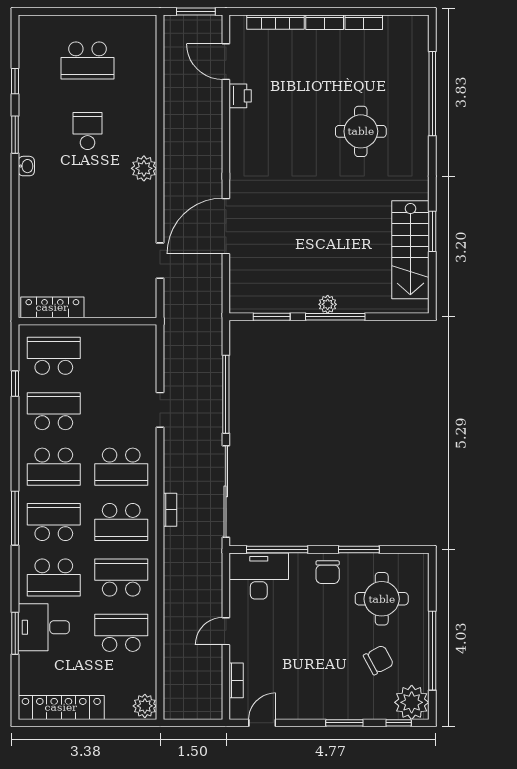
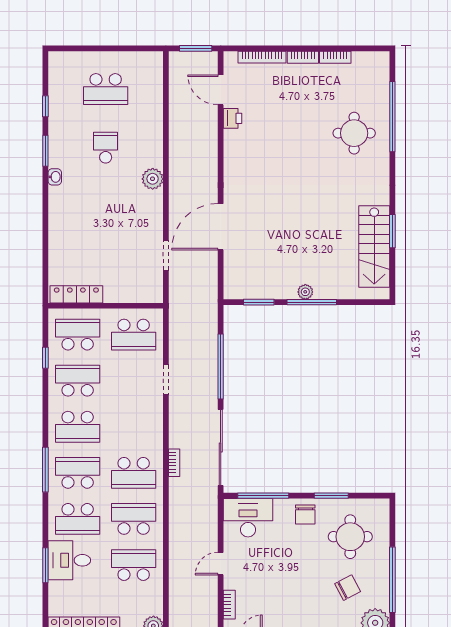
round table: (361, 131) -> (354, 133), moved
school desk: (121, 467) -> (134, 335), moved

